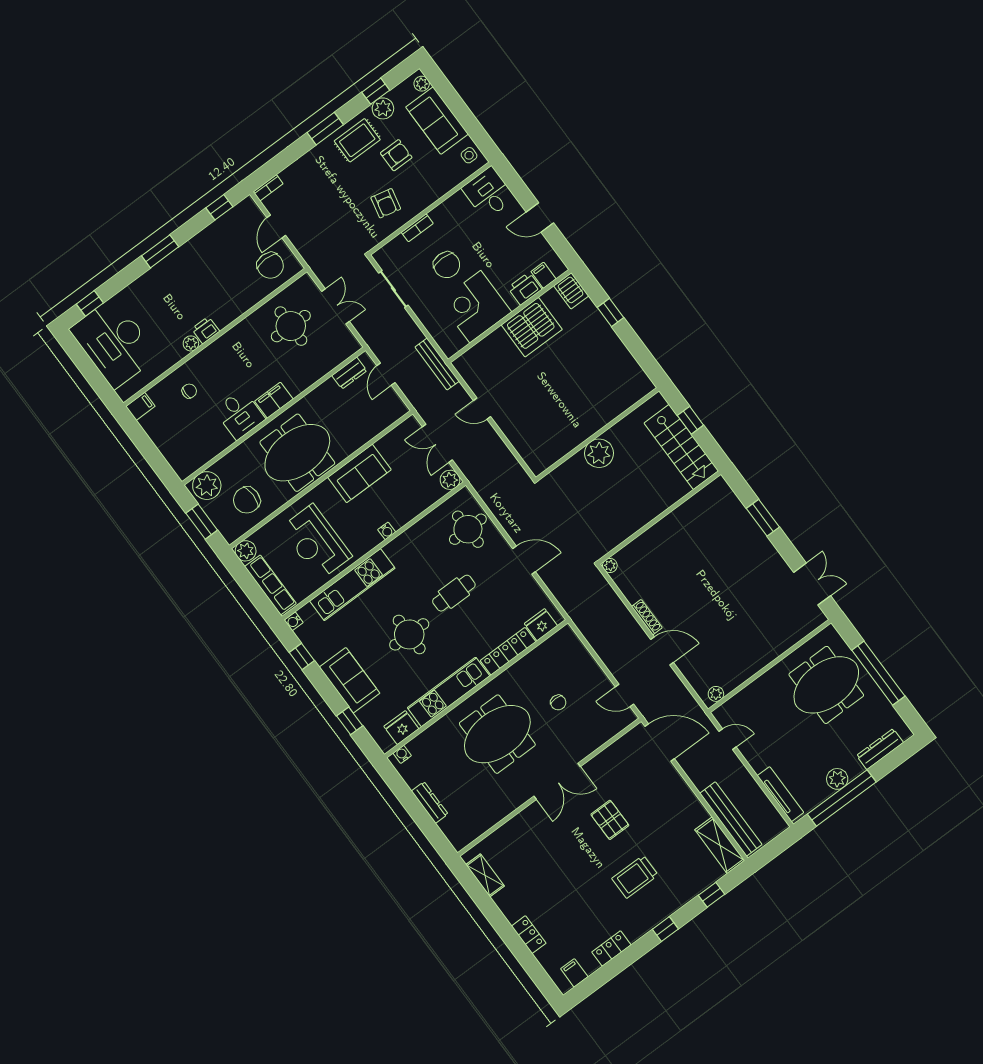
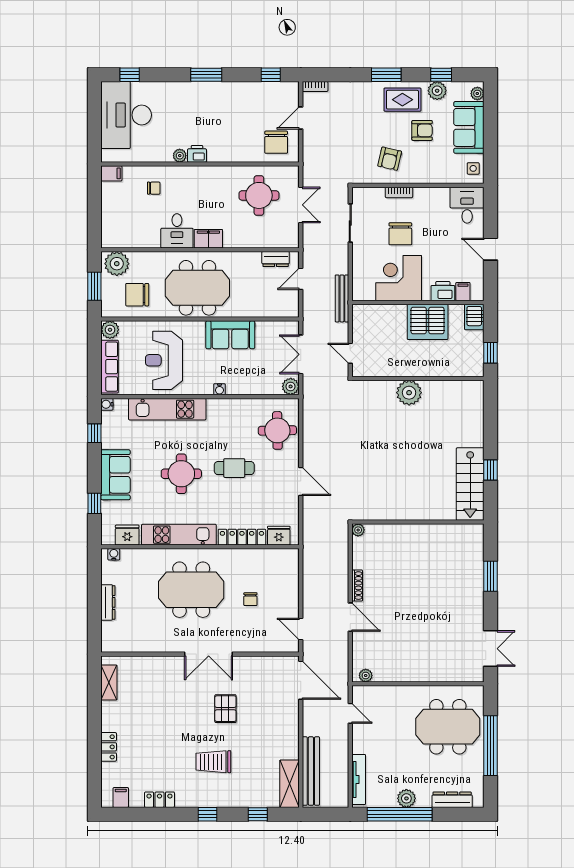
wall: (597, 434) -> (418, 378), moved
plant: (599, 453) -> (409, 393), moved

